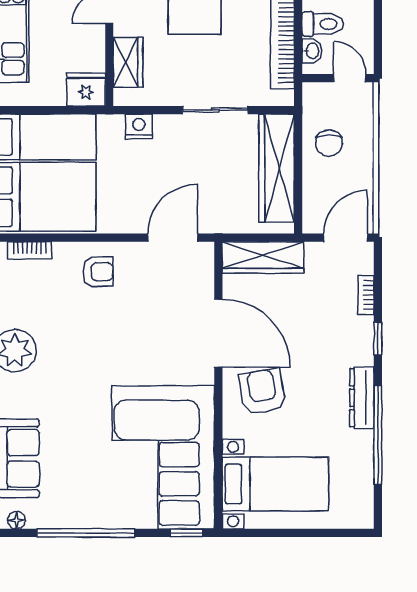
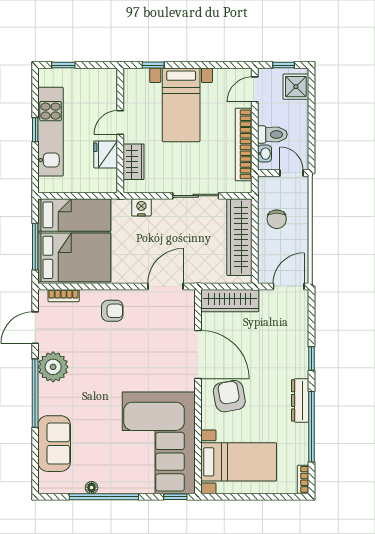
fridge: (86, 90) -> (106, 154), moved, turned -90
bookcase: (366, 295) -> (303, 479), moved
floor lamp: (17, 520) -> (92, 488), moved

